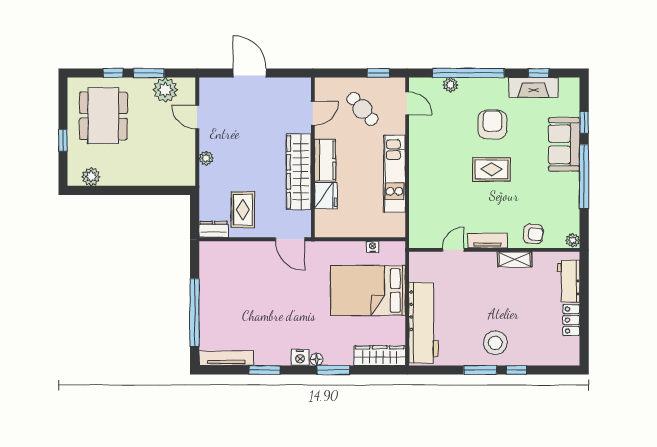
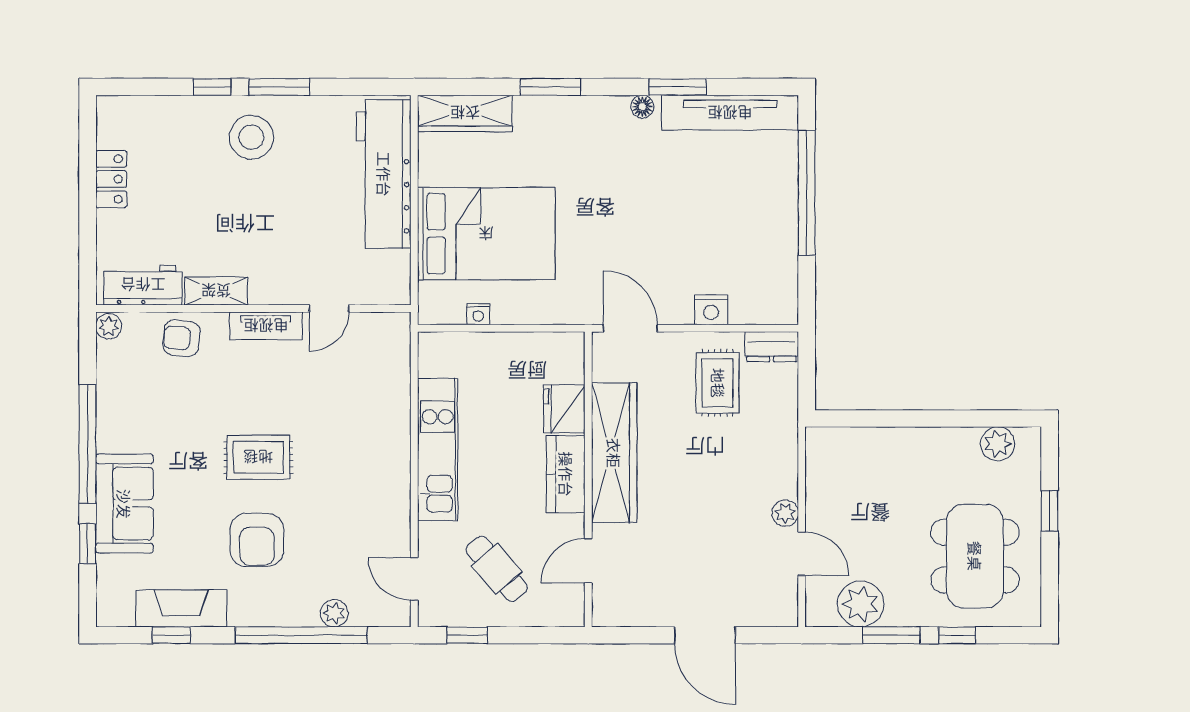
plant: (206, 158) -> (785, 513), moved
workbench: (569, 281) -> (143, 285), moved, turned -90
nightstand: (300, 357) -> (711, 310), moved, turned 180
tv unit: (226, 358) -> (730, 113), width x1.36, depth x1.29
floor lamp: (317, 359) -> (642, 107), moved

